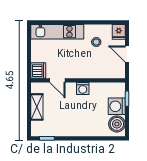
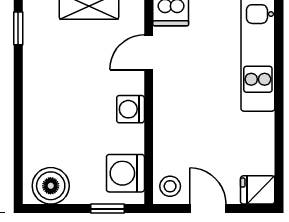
stool: (96, 42) -> (170, 186), moved
door: (127, 54) -> (208, 209), hinge flipped
washing machine: (117, 106) -> (125, 173), moved, turned -90

